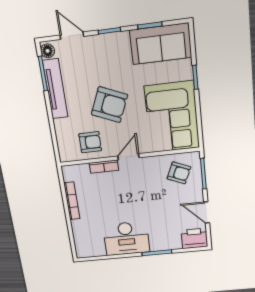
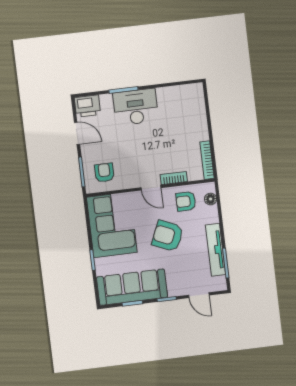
sofa: (161, 44) -> (132, 287), width x1.36
floor lamp: (48, 51) -> (211, 199), moved
door: (128, 157) -> (151, 188), hinge flipped
armchair: (179, 173) -> (104, 173), turned 67
bookcase: (72, 201) -> (207, 160), moved
desk: (126, 238) -> (136, 107), moved

